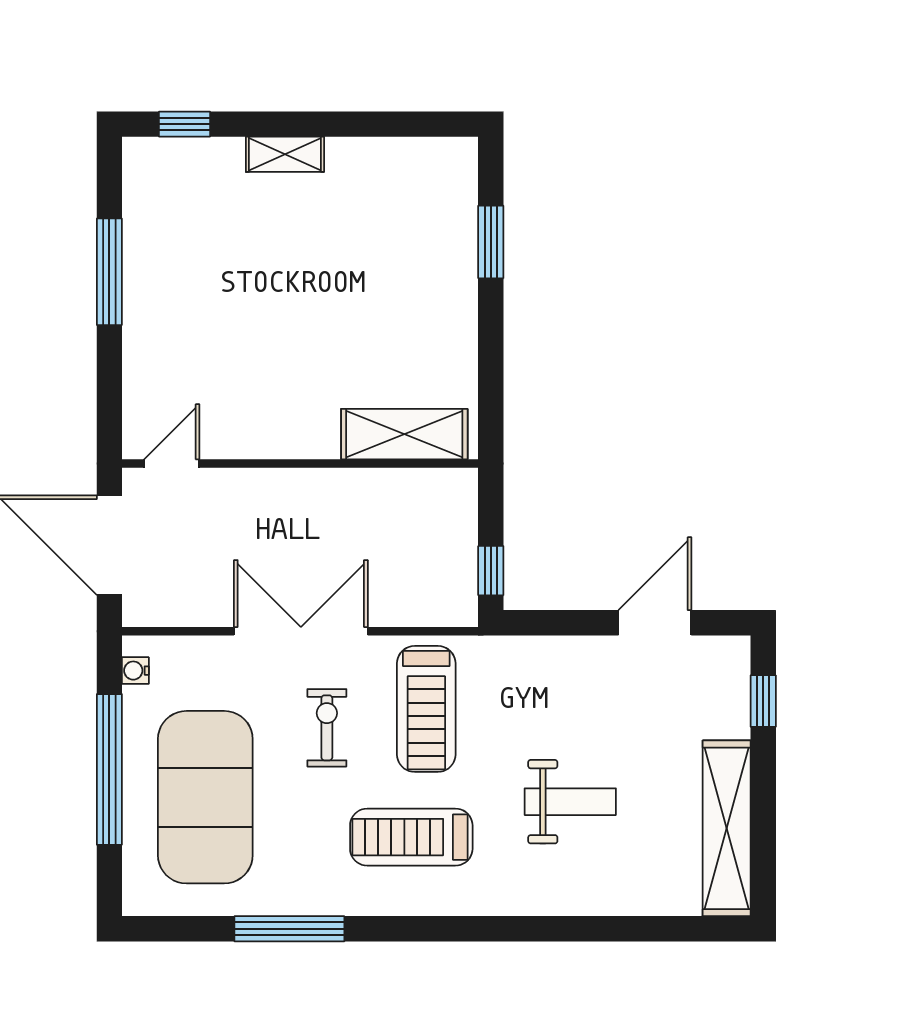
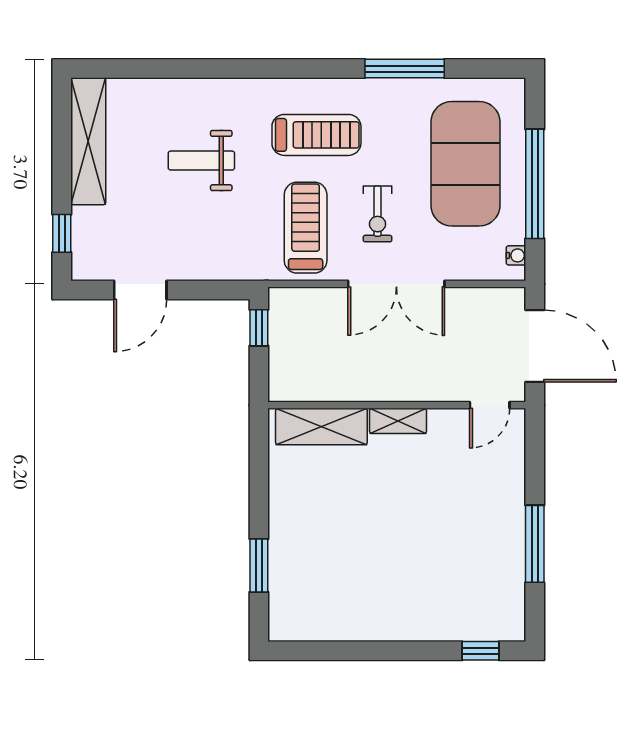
shelving: (285, 154) -> (398, 421), moved

